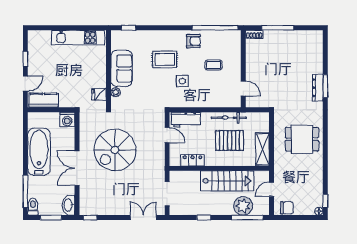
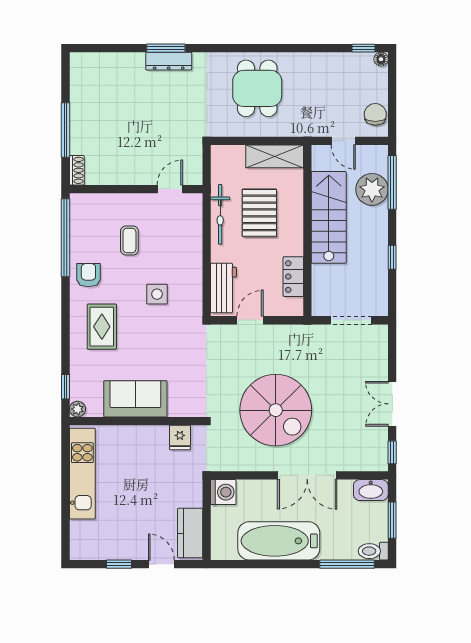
rug: (165, 60) -> (102, 327), moved
plant: (116, 92) -> (77, 409), moved
double door: (143, 218) -> (392, 404), moved

